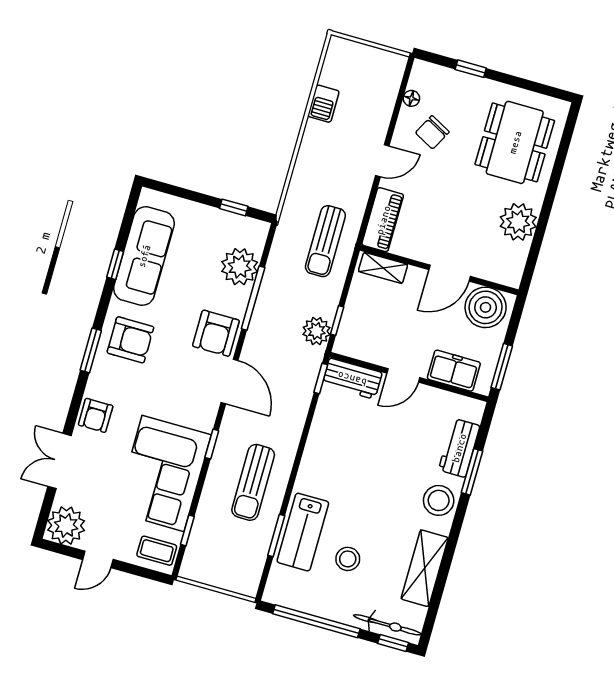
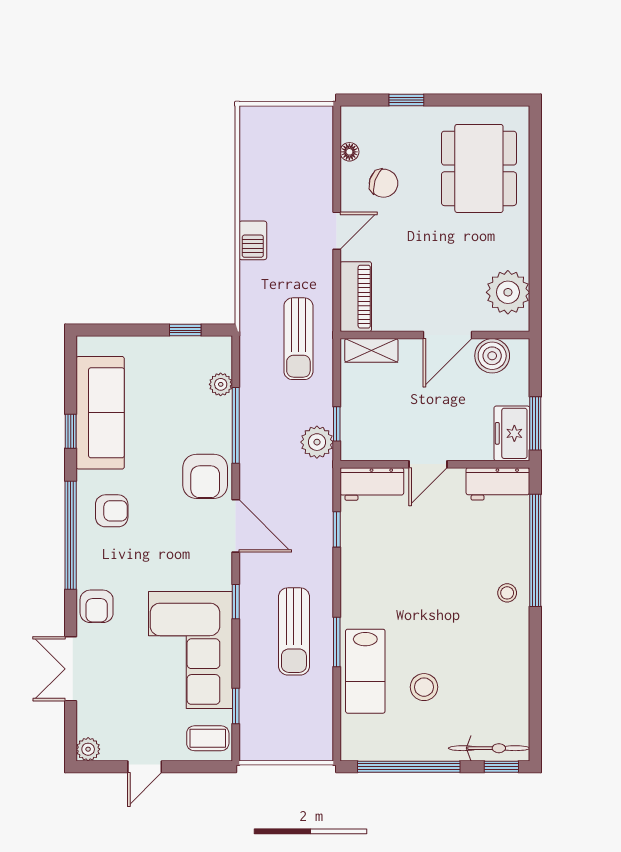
barbecue: (323, 104) -> (253, 240), moved
chair: (432, 132) -> (384, 183), turned -100
plant: (518, 222) -> (508, 292), moved
plant: (240, 267) -> (221, 384), width x0.53, depth x0.53
boiler: (486, 307) -> (492, 356), width x0.73, depth x0.73
armchair: (130, 340) -> (112, 511), width x0.72, depth x0.72
window: (91, 350) -> (71, 535), width x2.11
freezer: (454, 371) -> (512, 433), moved, turned -90
window: (321, 378) -> (337, 529), moved
workbench: (459, 448) -> (498, 484), moved, turned -90
window: (472, 472) -> (535, 550), width x2.11
stool: (439, 500) -> (507, 593), width x0.53, depth x0.53
plant: (66, 526) -> (88, 749), width x0.53, depth x0.53
window: (276, 536) -> (337, 642), moved
shelving: (425, 568) -> (513, 673), removed

